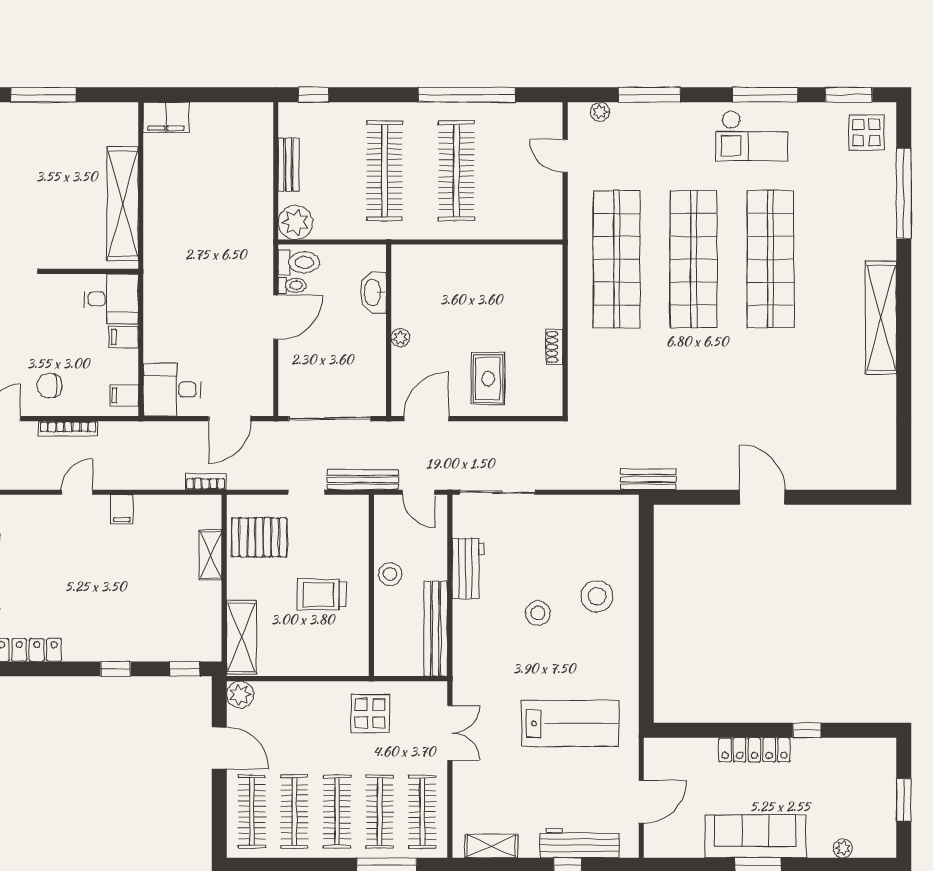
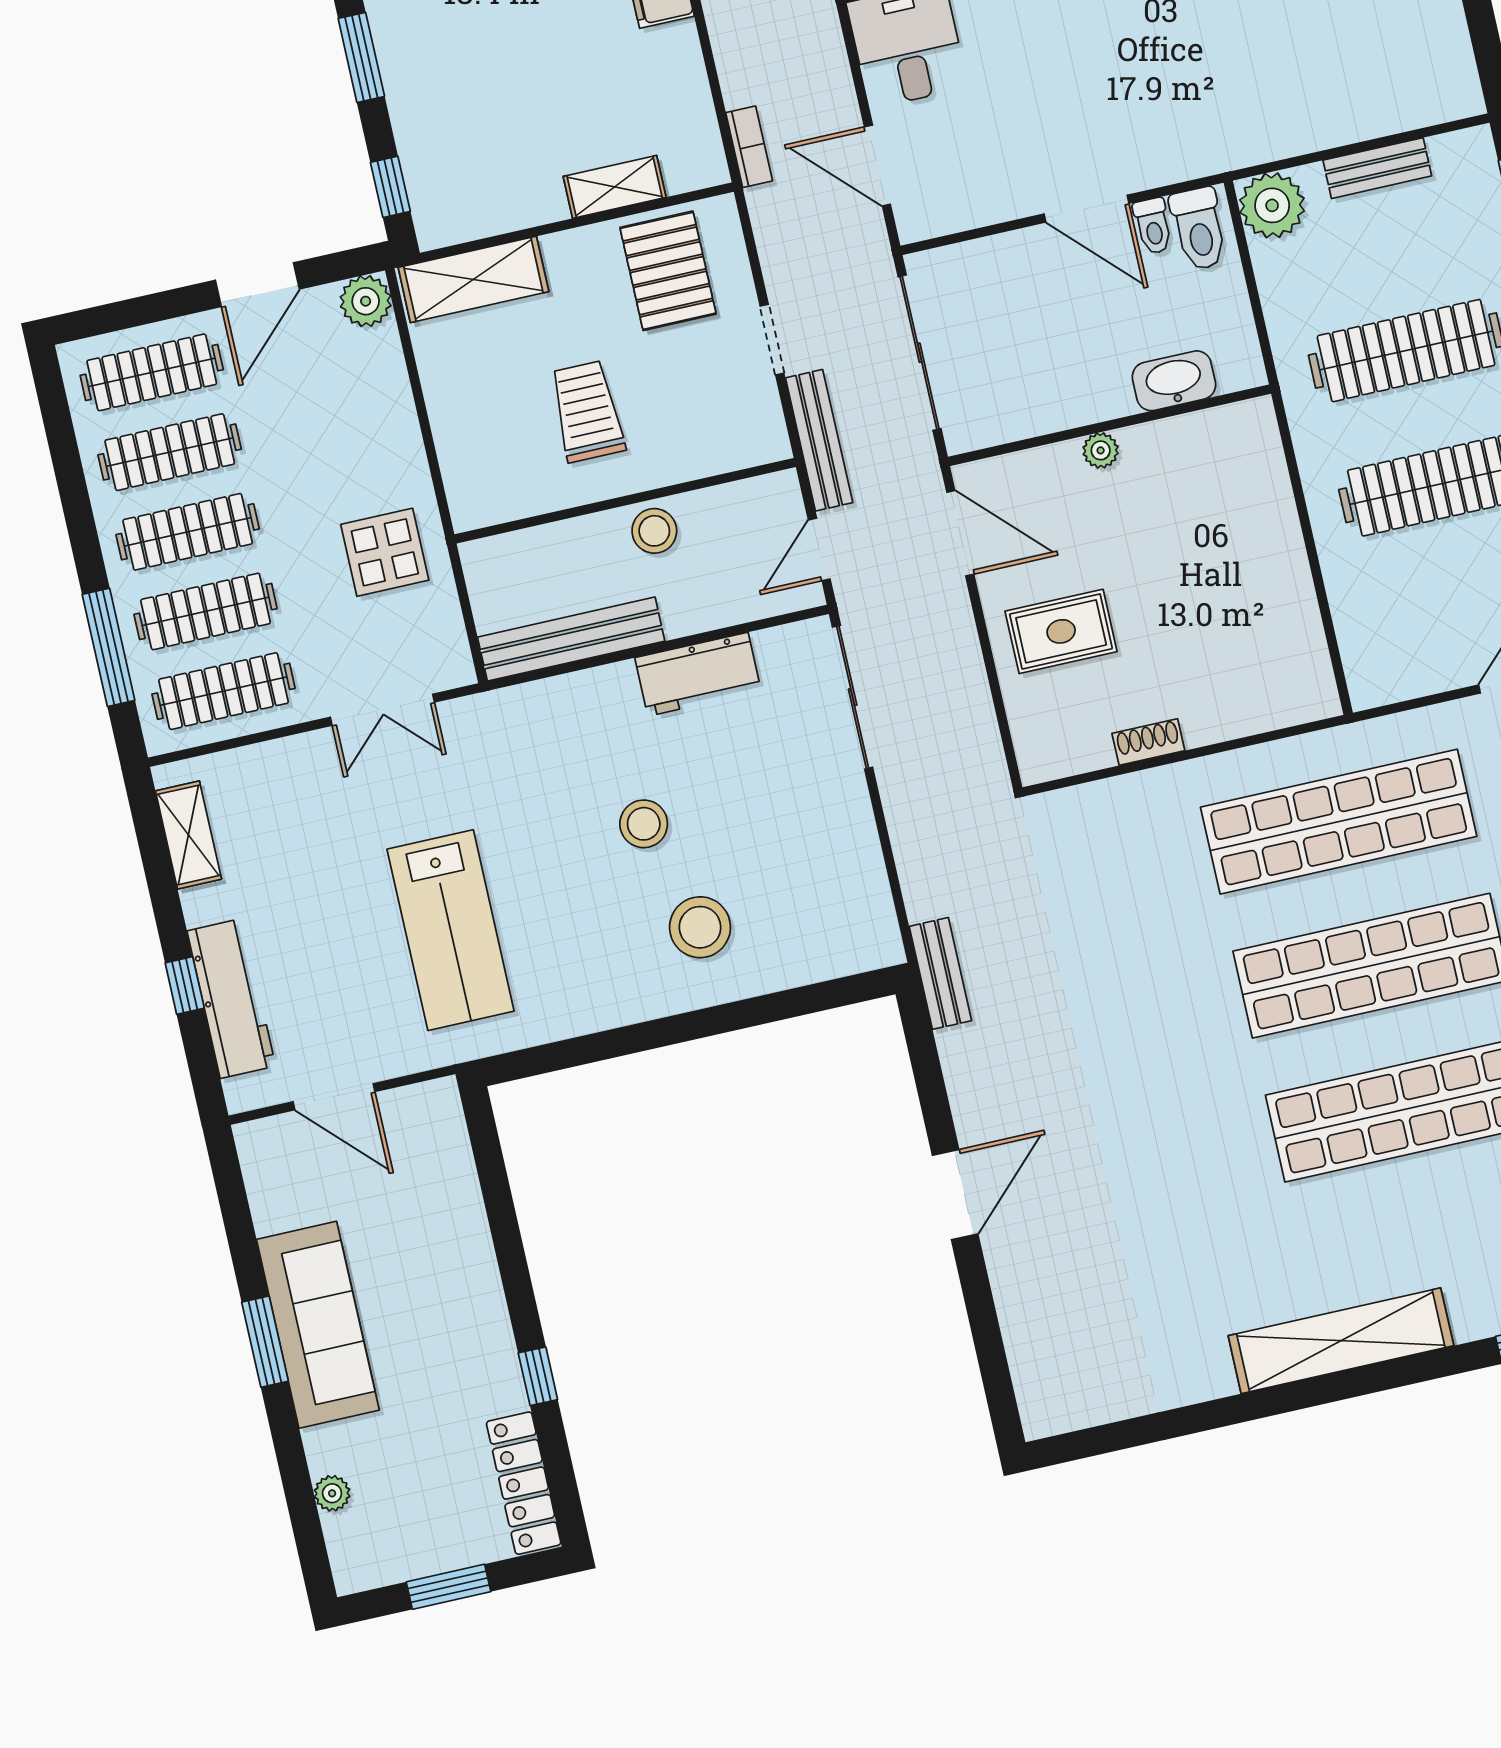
window: (116, 669) -> (361, 57), width x1.50
locker: (754, 750) -> (524, 1483), moved

